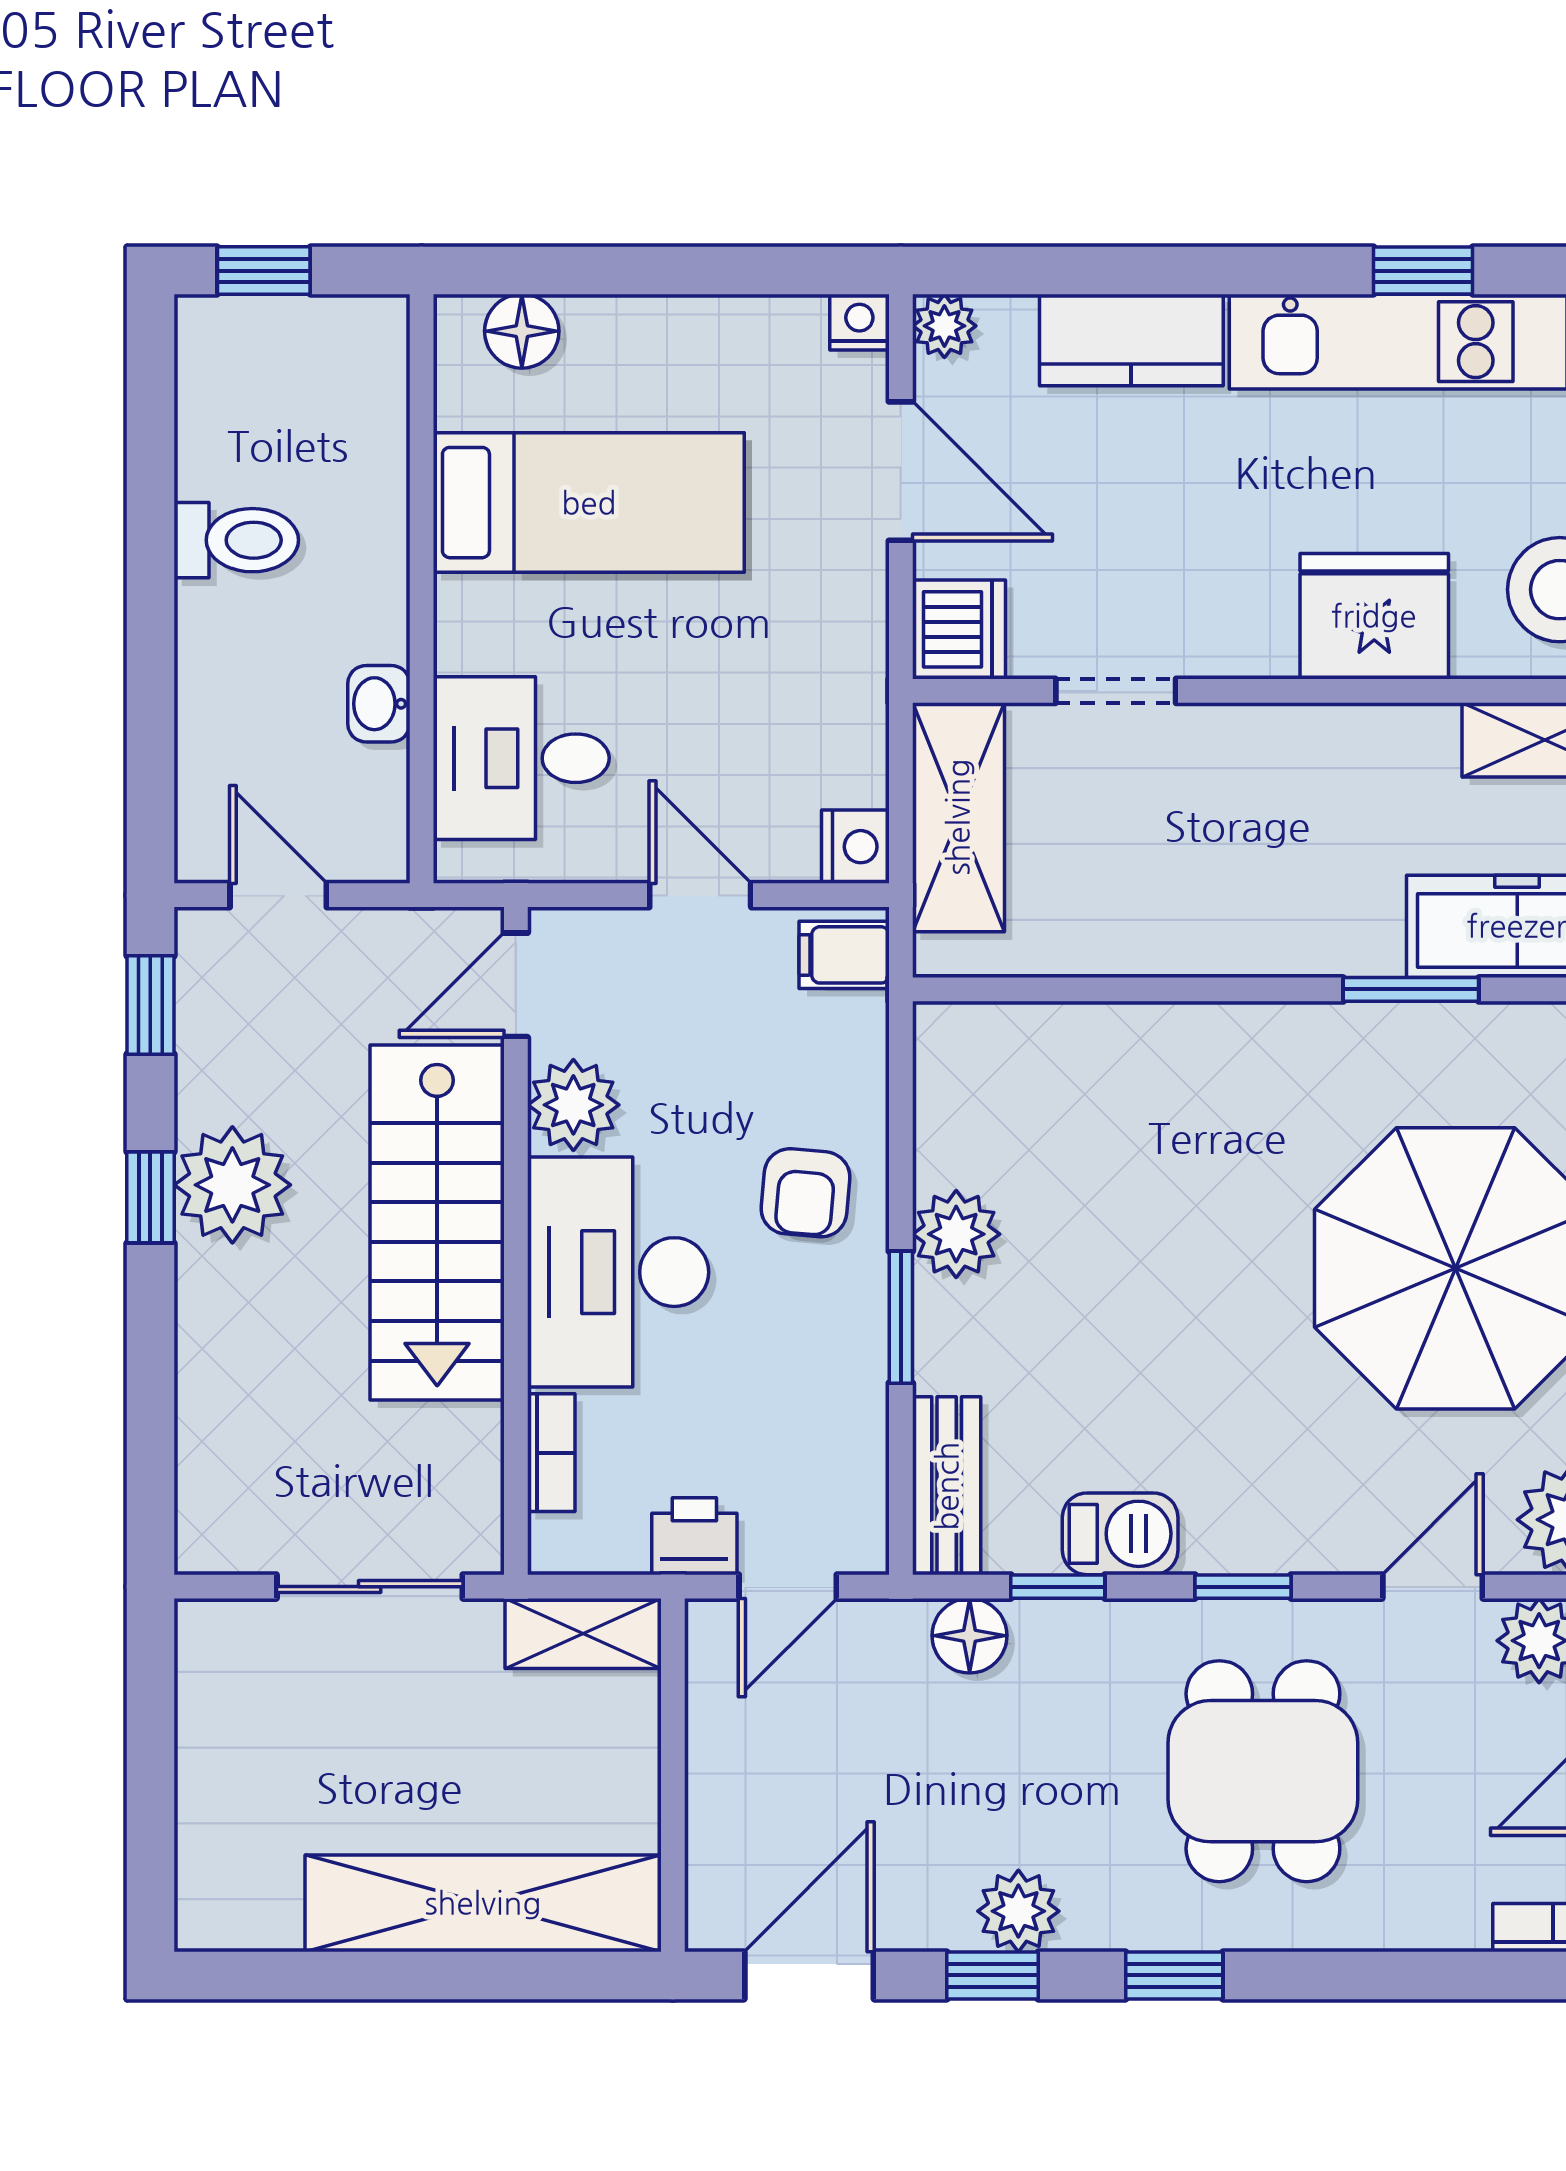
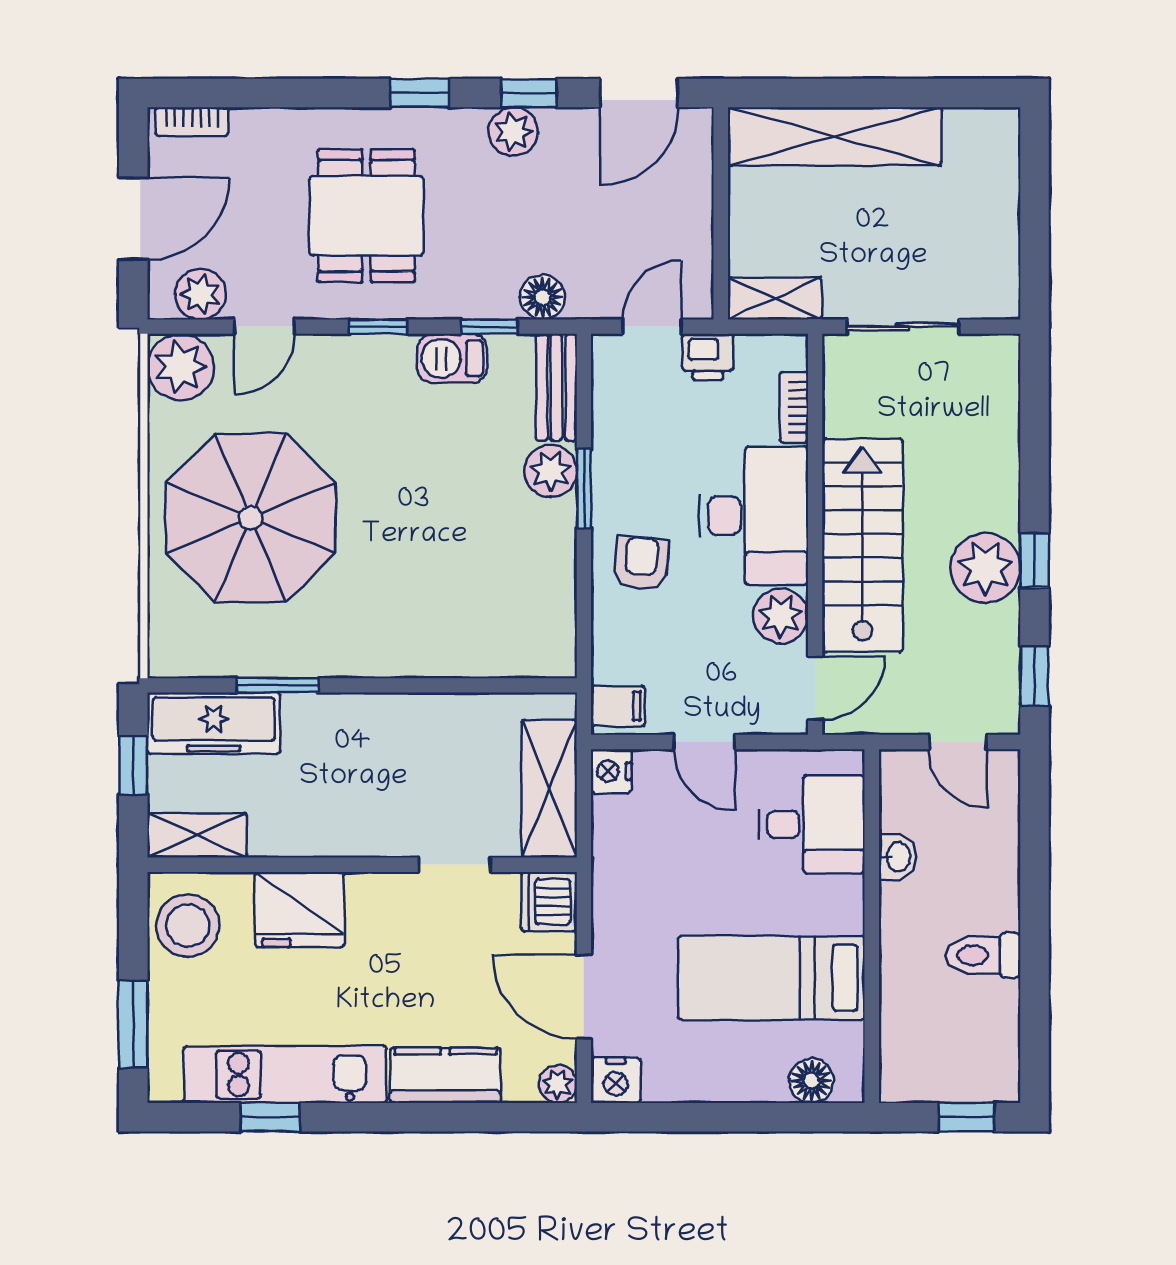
nightstand: (859, 322) -> (616, 1080), width x1.39, depth x1.35
plant: (956, 1234) -> (551, 471), moved

